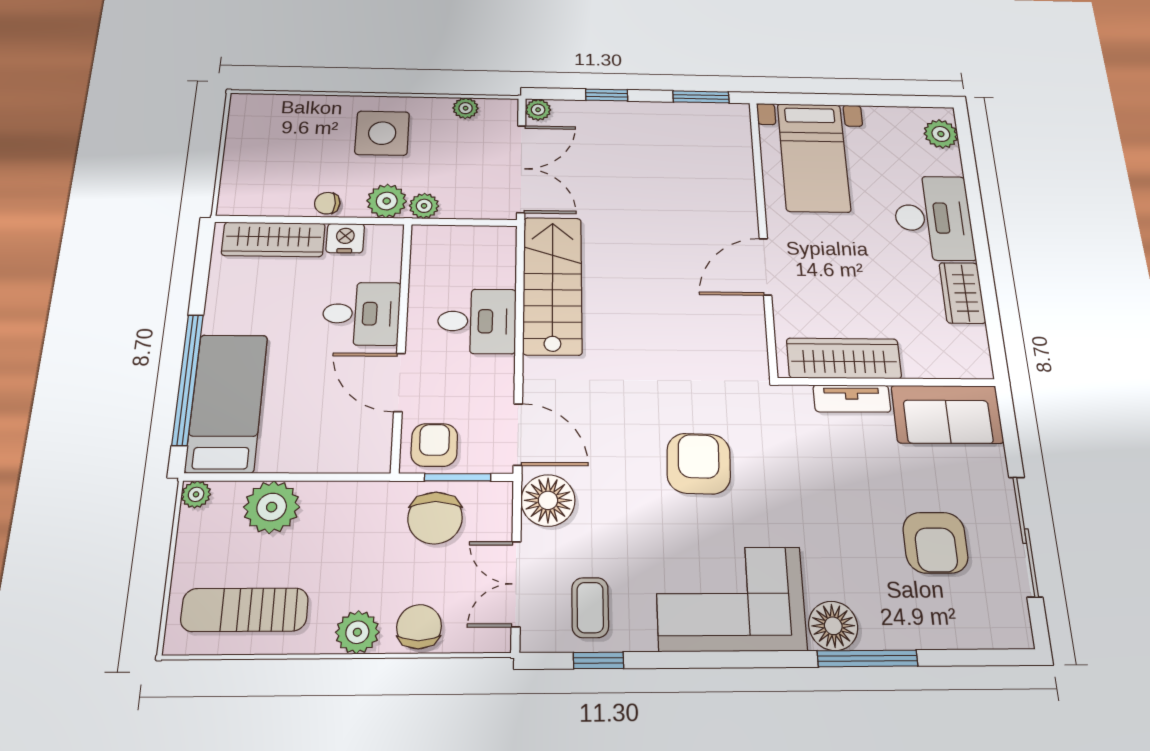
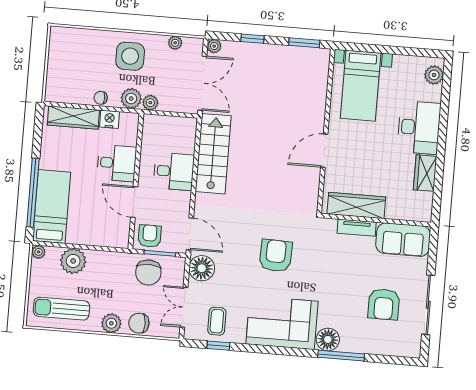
chair: (419, 627) -> (139, 323), turned -90

